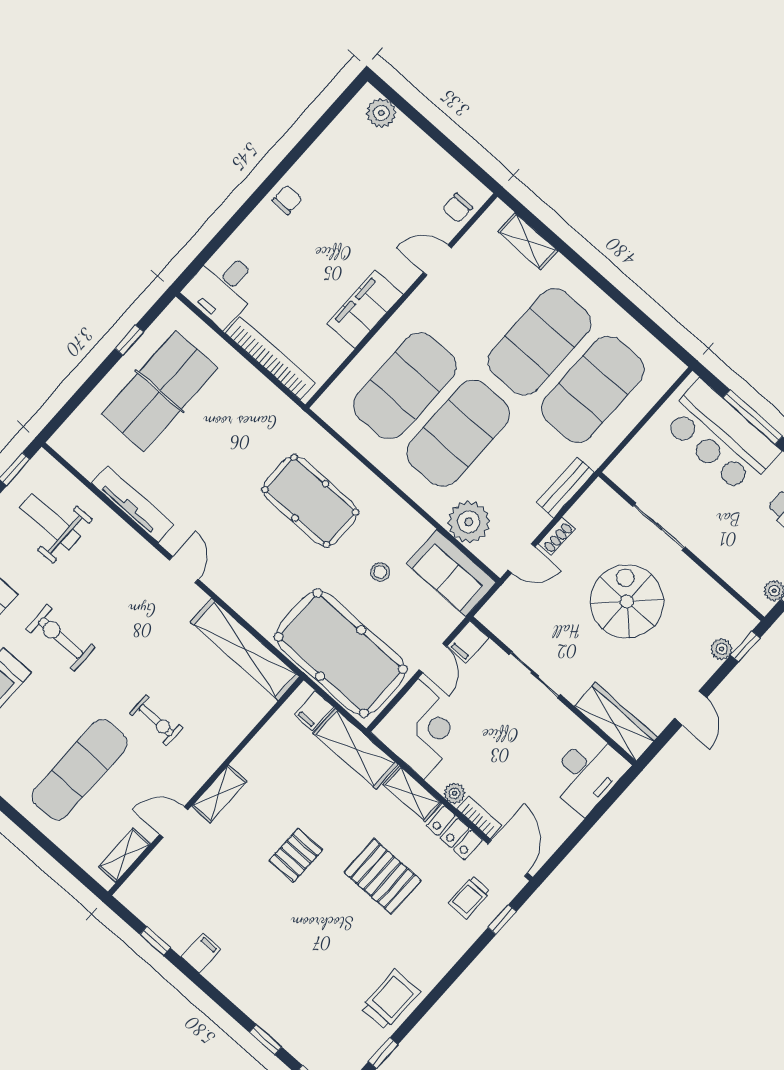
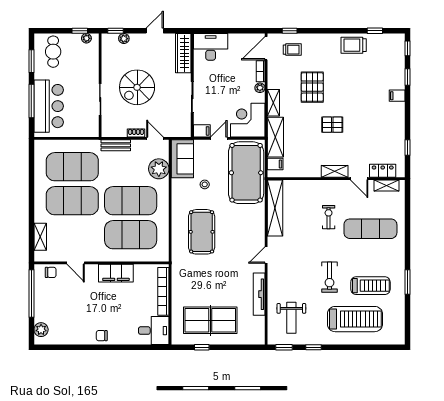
window: (451, 148) -> (31, 293), added
locker: (454, 833) -> (383, 171), moved, turned -90
filing cabinet: (201, 953) -> (397, 96), moved

